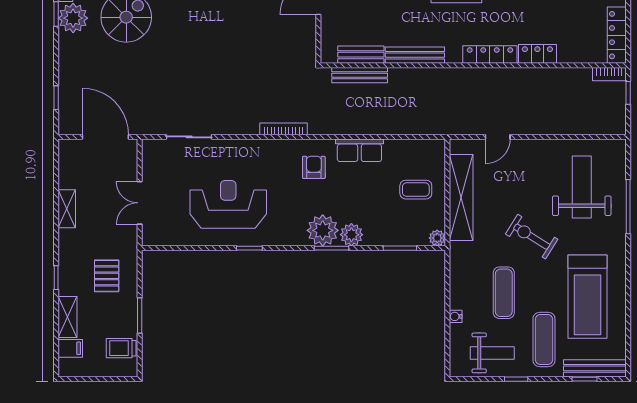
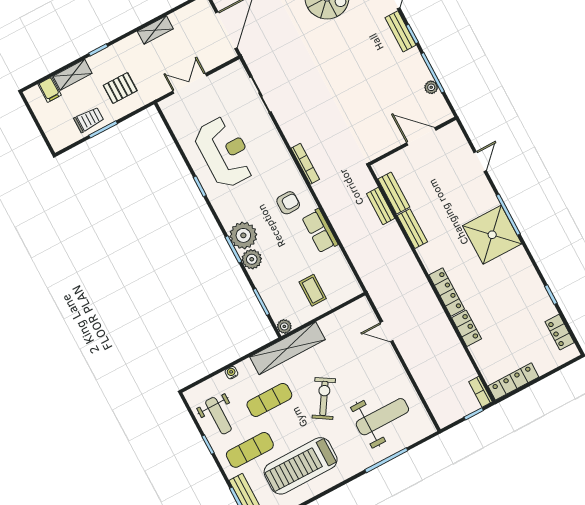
bench: (415, 55) -> (412, 229), width x0.73
bench: (360, 75) -> (381, 206), width x0.73
shelving: (461, 198) -> (287, 348), moved
trolley: (121, 348) -> (89, 120), moved, turned 90

